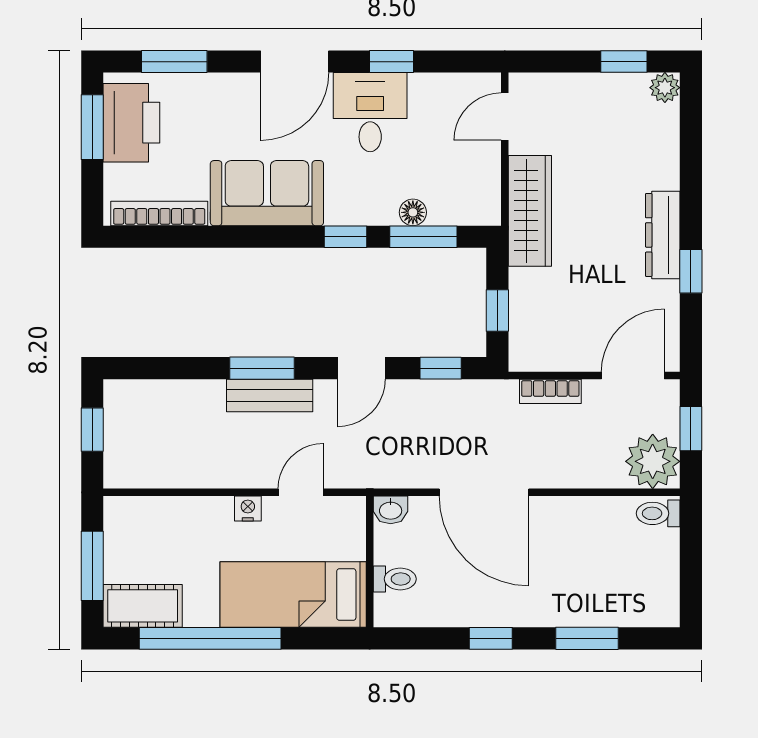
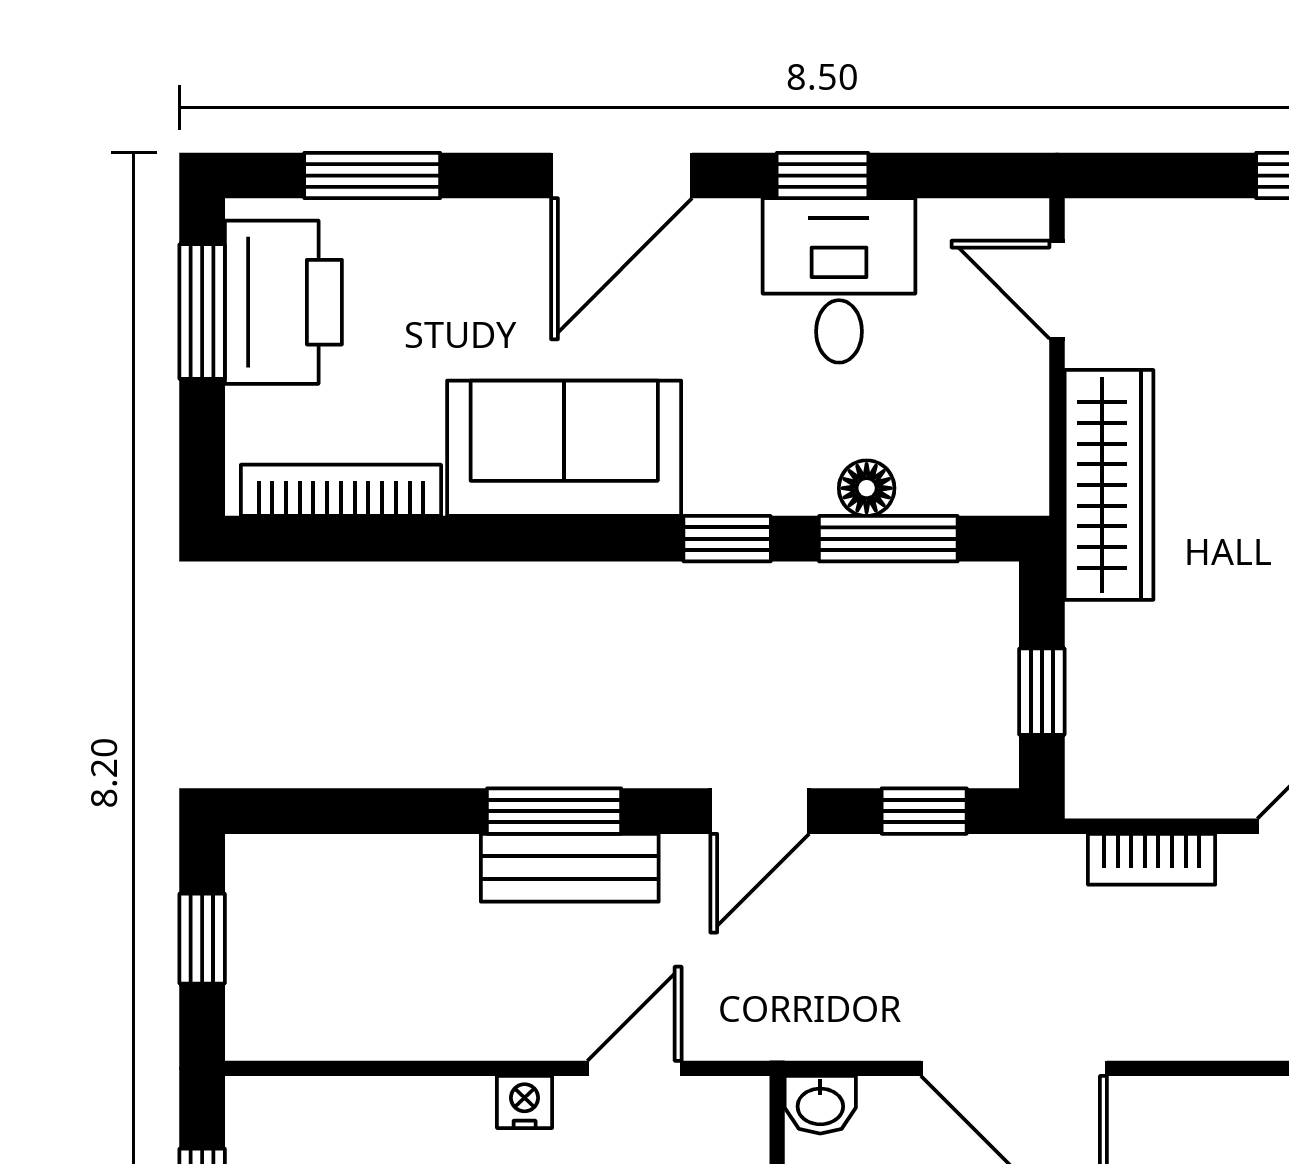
desk: (370, 112) -> (839, 280), moved
door: (505, 117) -> (1057, 290), hinge flipped

